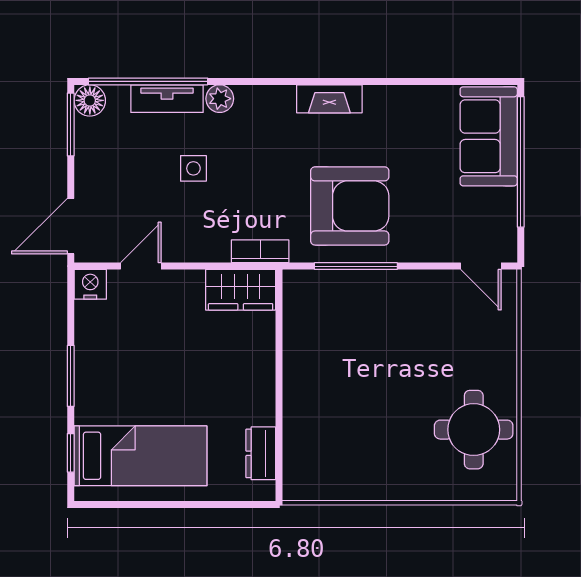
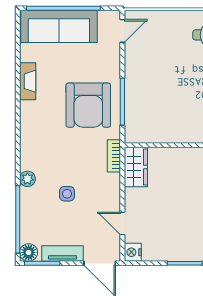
tv unit: (167, 99) -> (62, 254), moved, turned -90
fireplace: (329, 99) -> (28, 81), moved
sofa: (489, 136) -> (59, 26), width x1.36
armchair: (350, 206) -> (88, 105), turned 180

